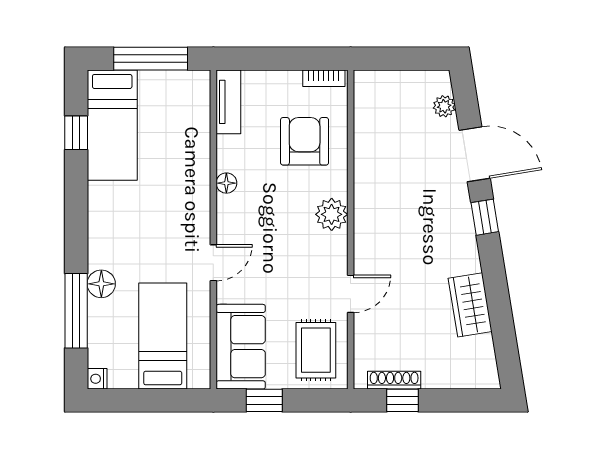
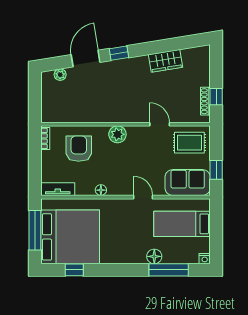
bed: (112, 125) -> (70, 237), width x2.04
armchair: (305, 141) -> (79, 149), turned 90

